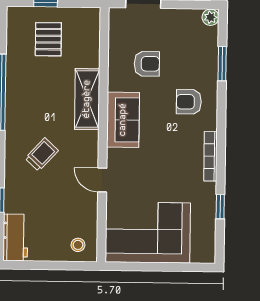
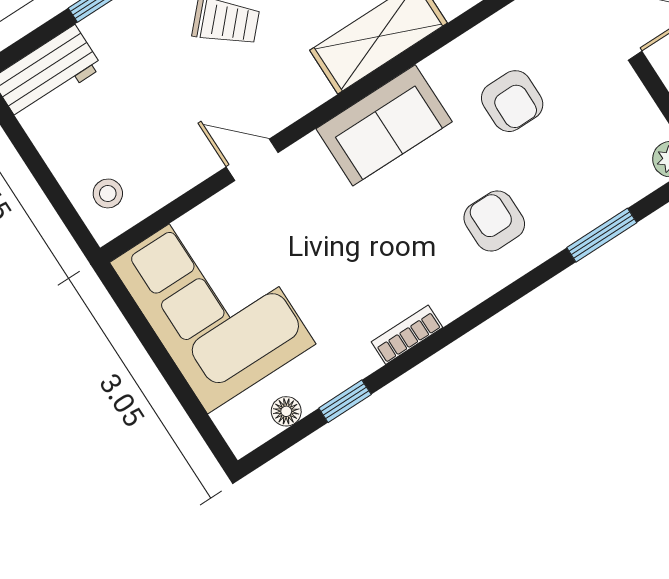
bookcase: (211, 156) -> (407, 335), width x0.64
door: (102, 180) -> (252, 160), hinge flipped
floor lamp: (209, 232) -> (286, 411), added

